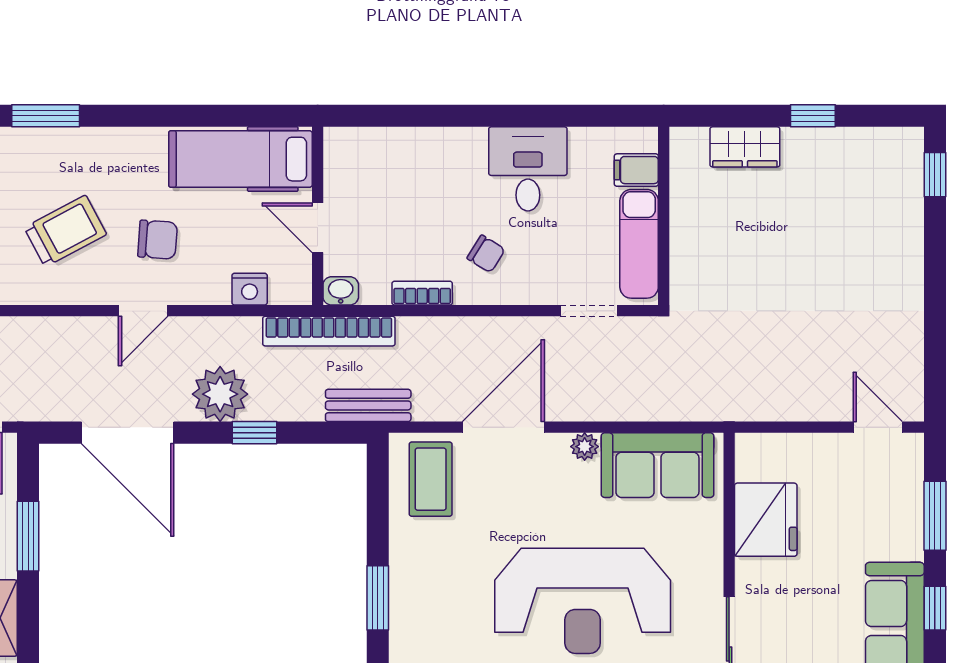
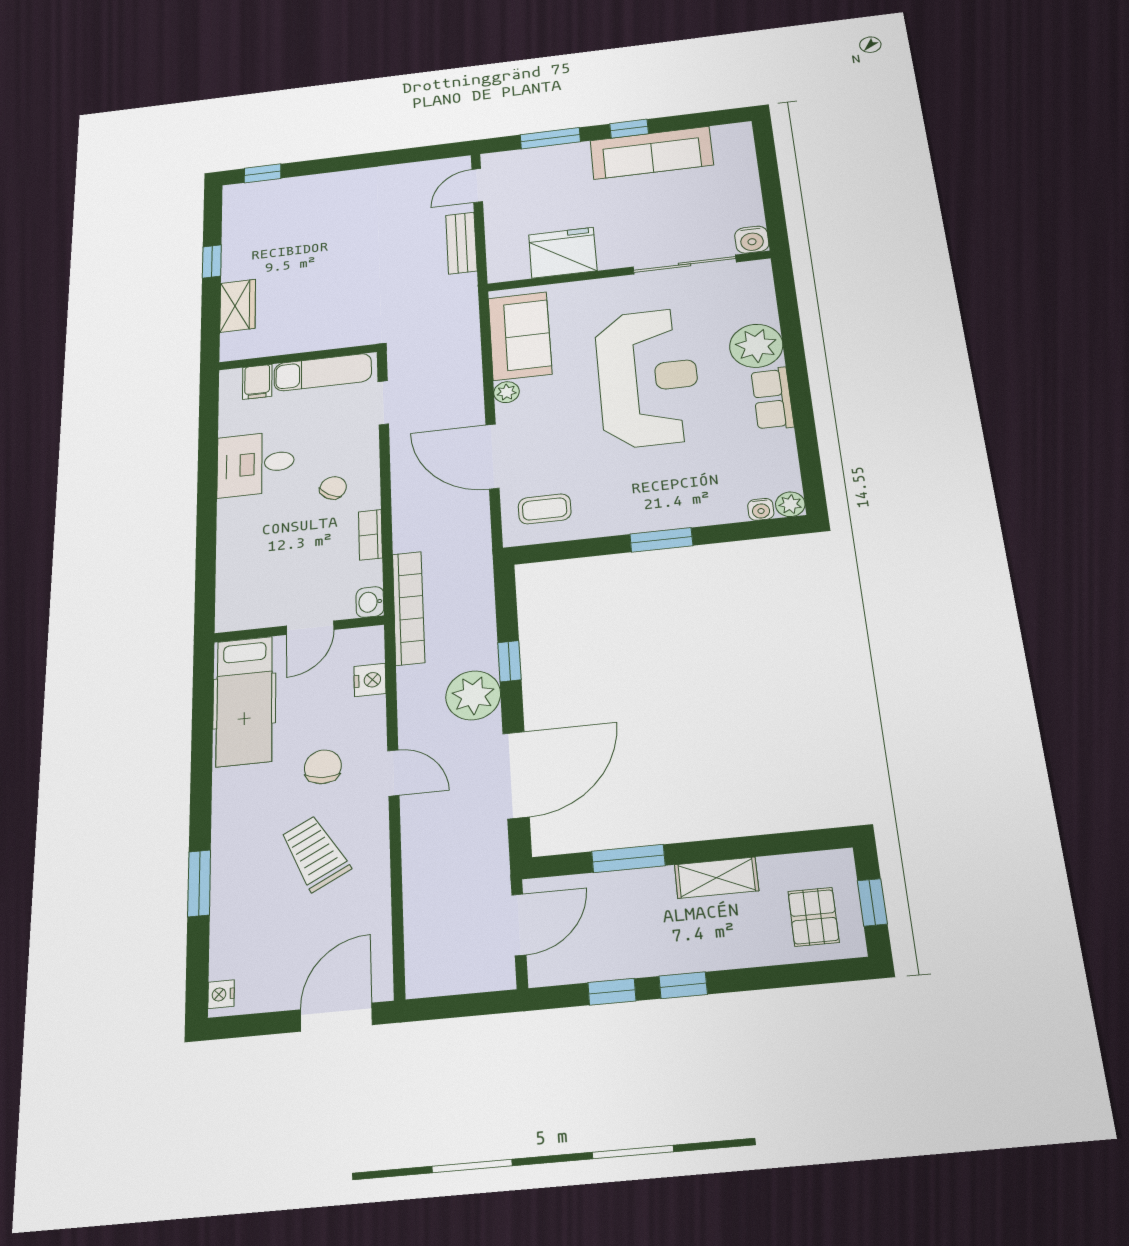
bench: (368, 405) -> (461, 243), moved
coffee table: (431, 479) -> (545, 509), width x0.73, depth x0.77

